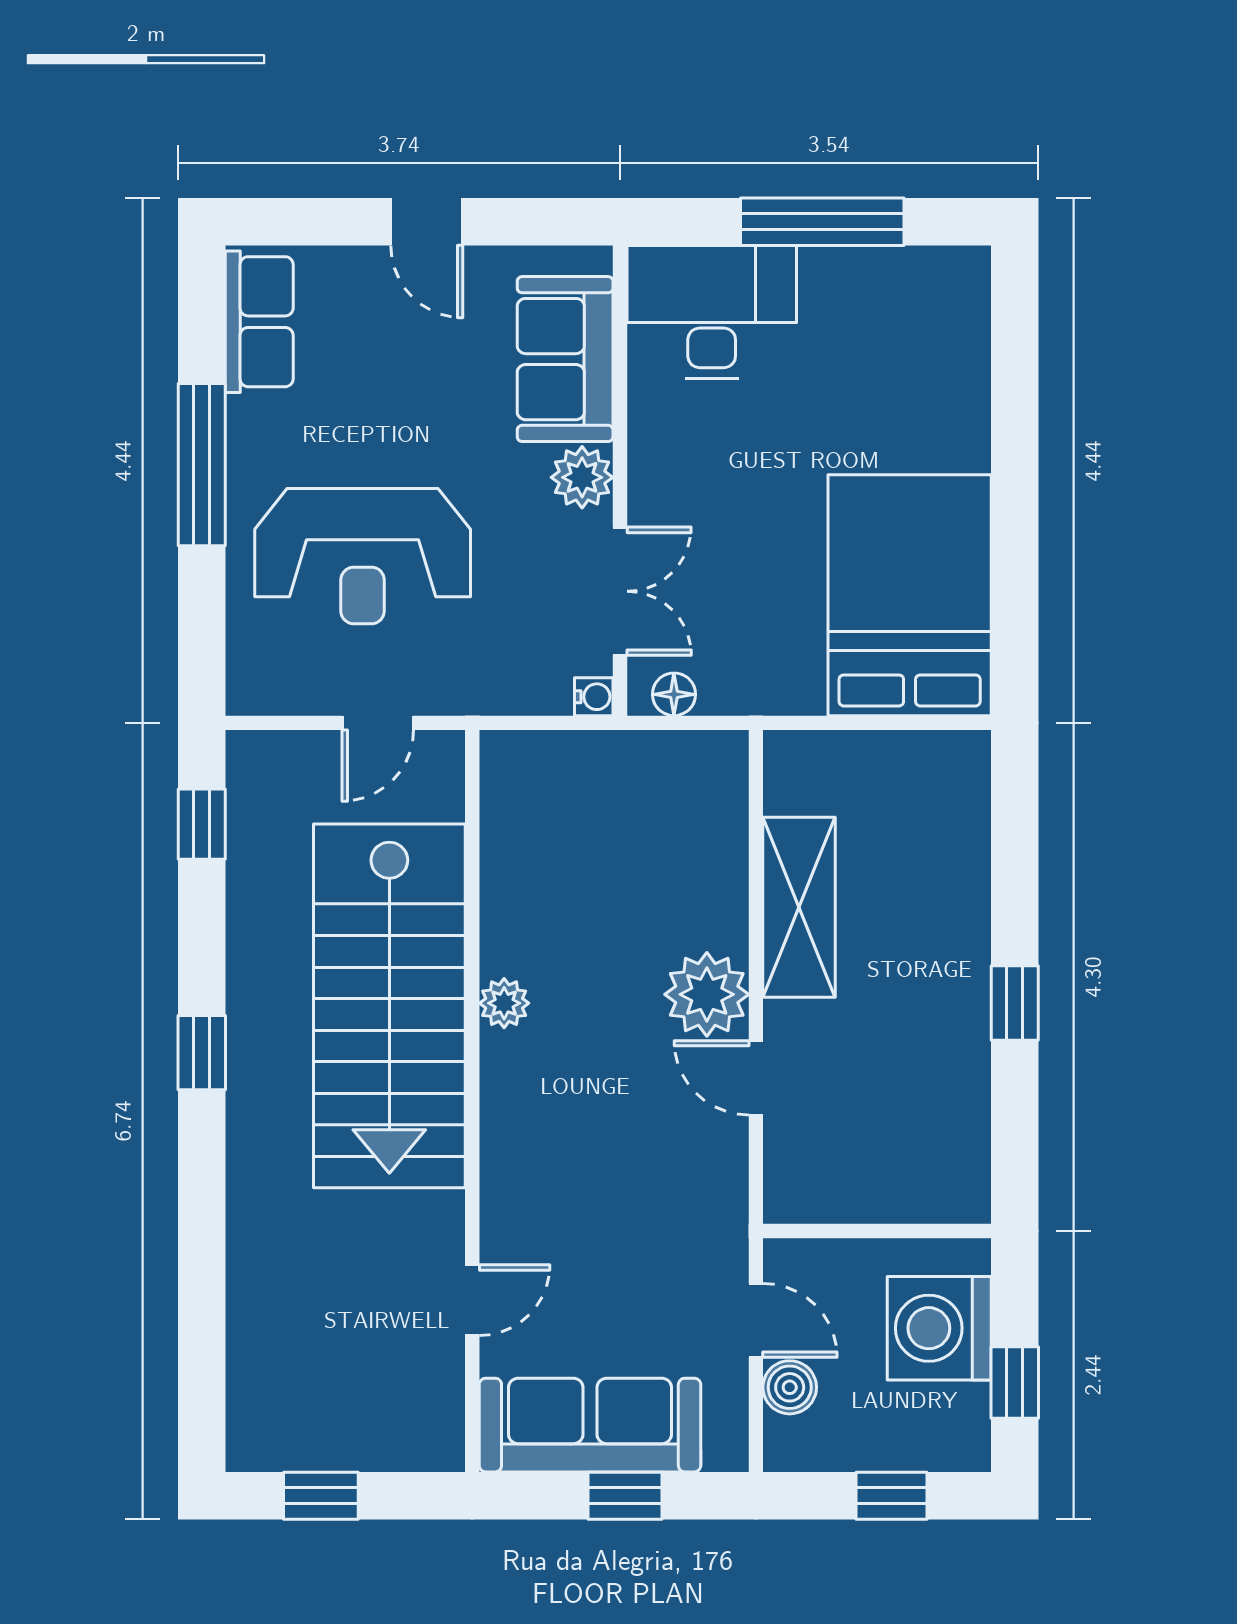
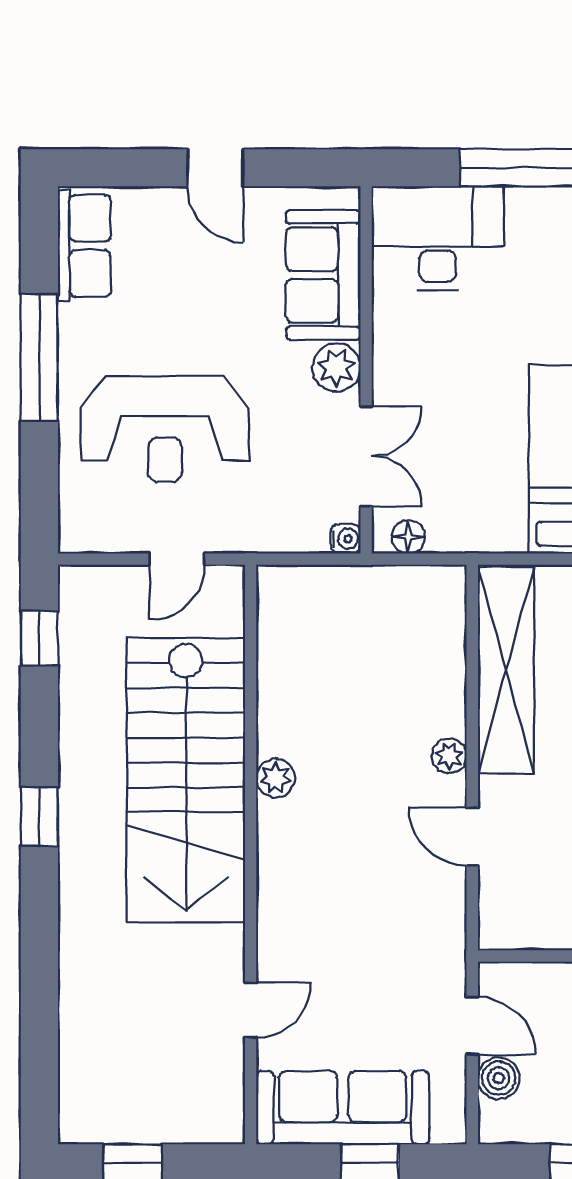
shelving: (799, 907) -> (506, 670), width x1.47
plant: (707, 994) -> (449, 756), width x0.53, depth x0.53

